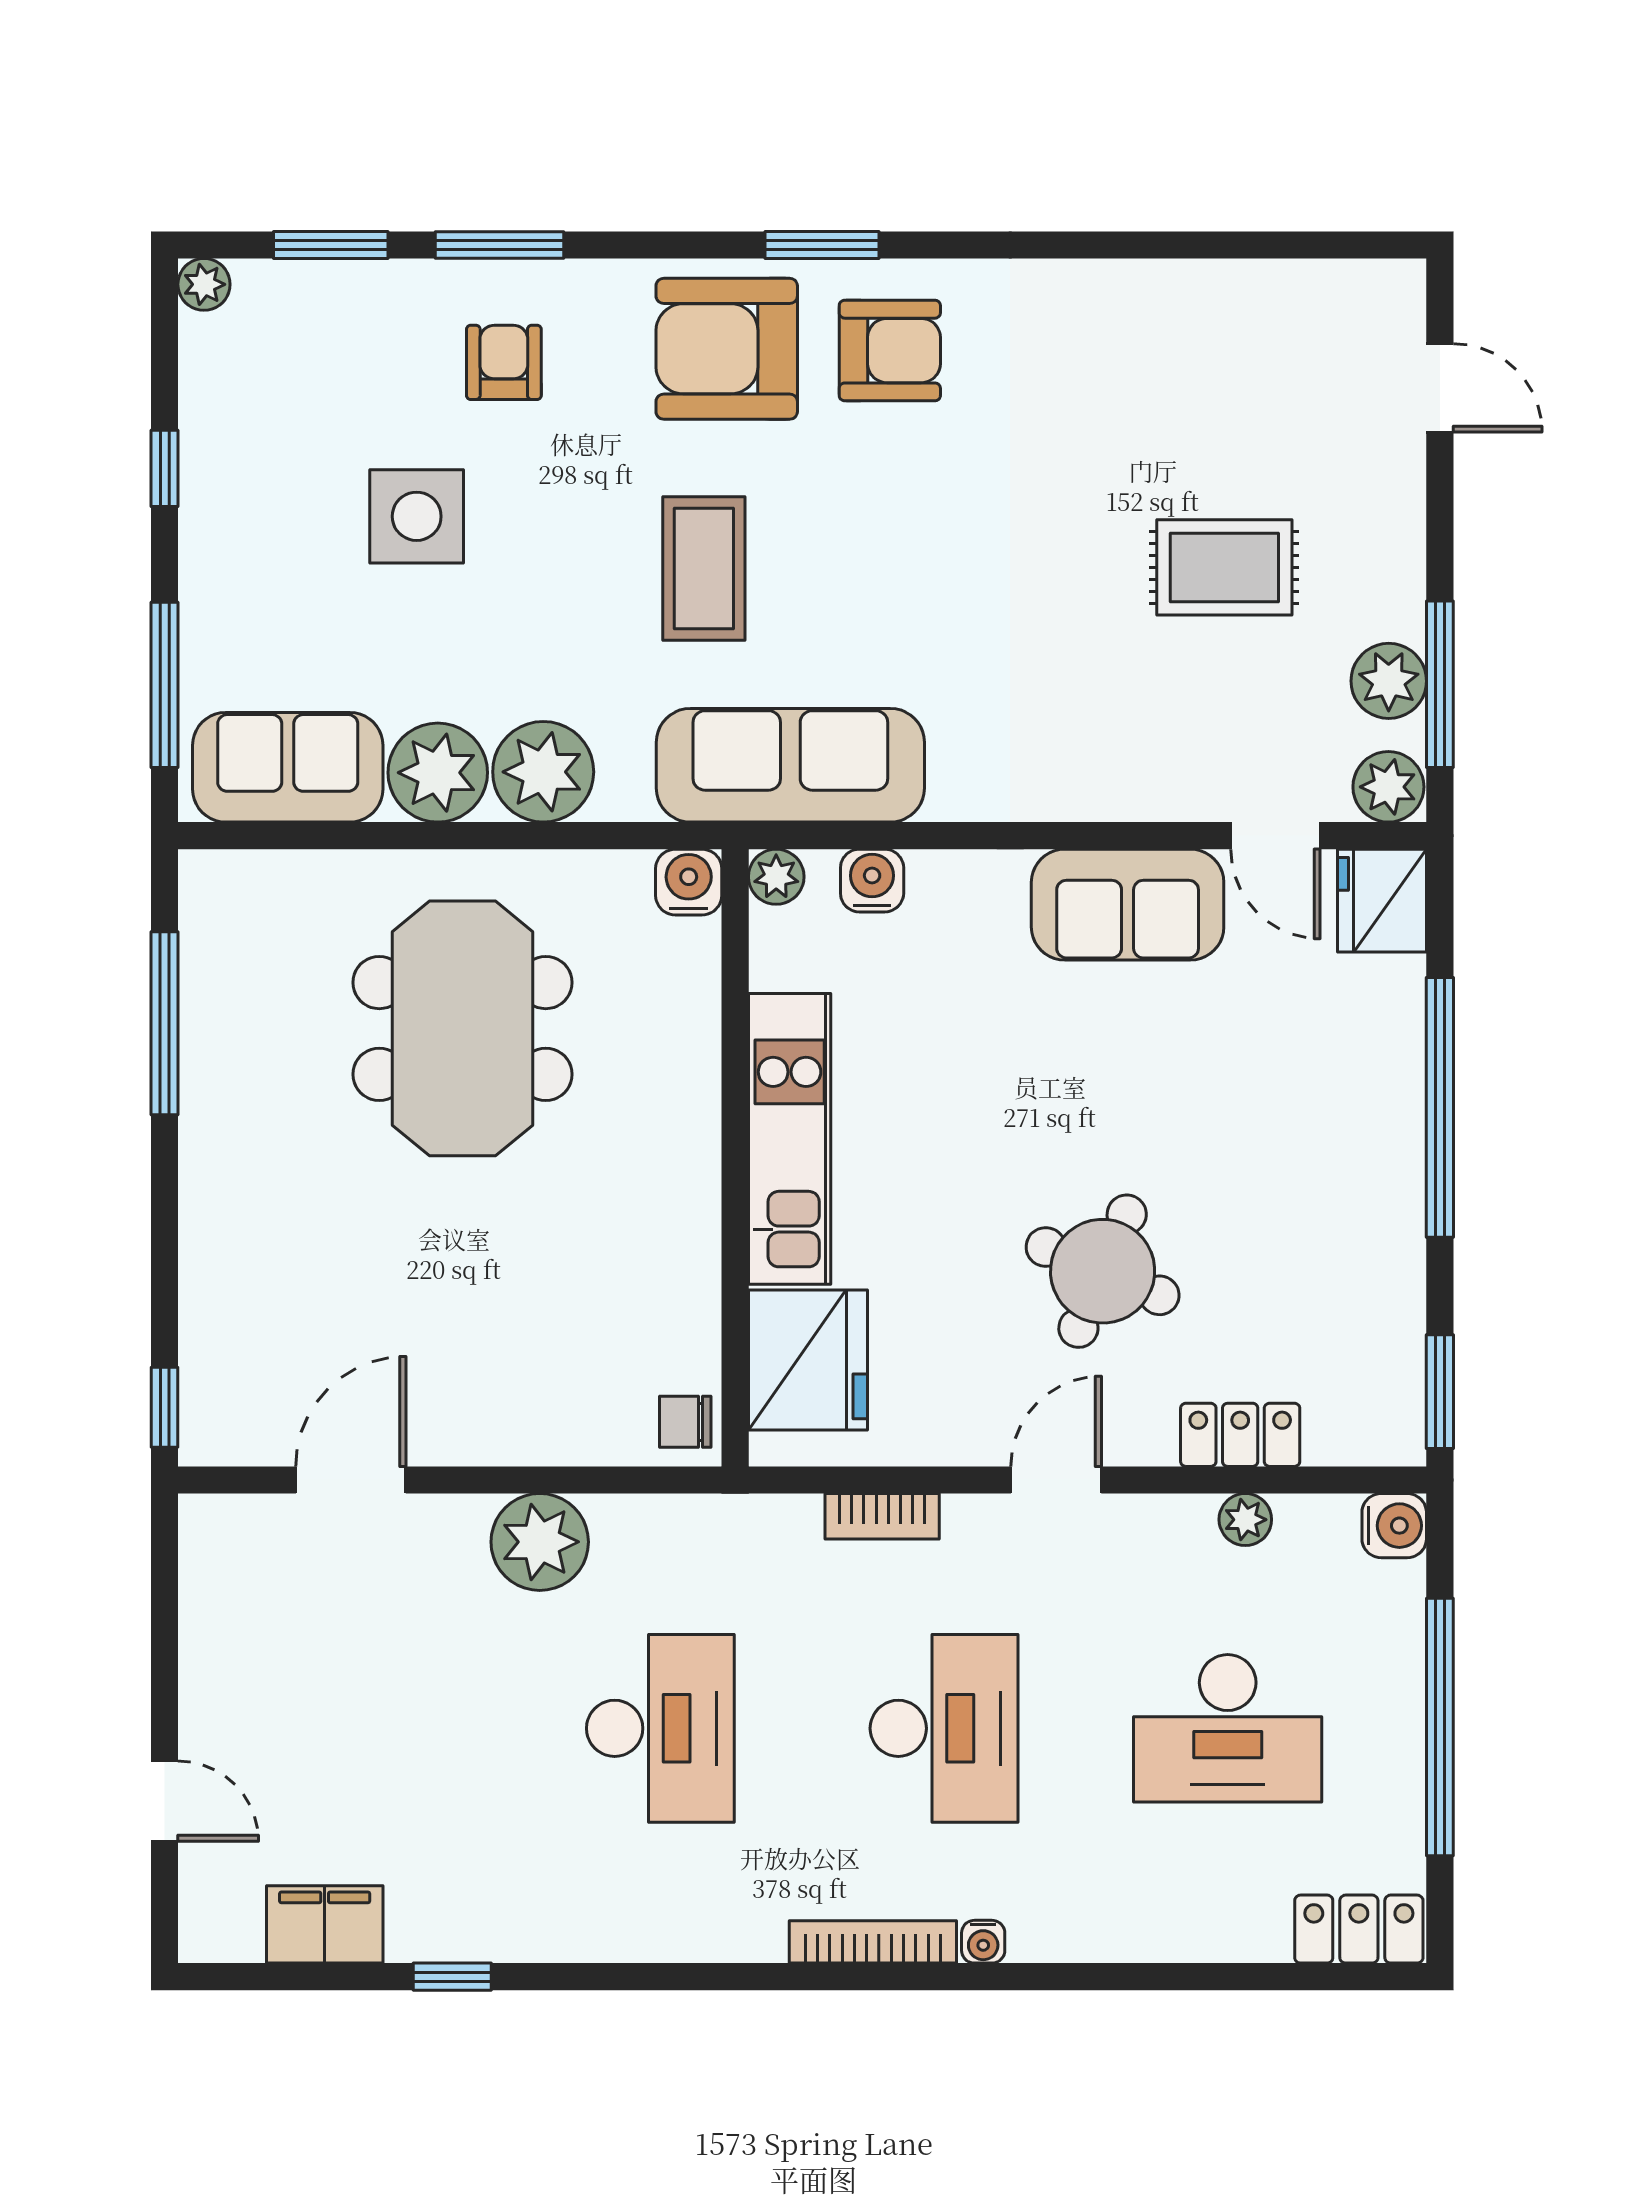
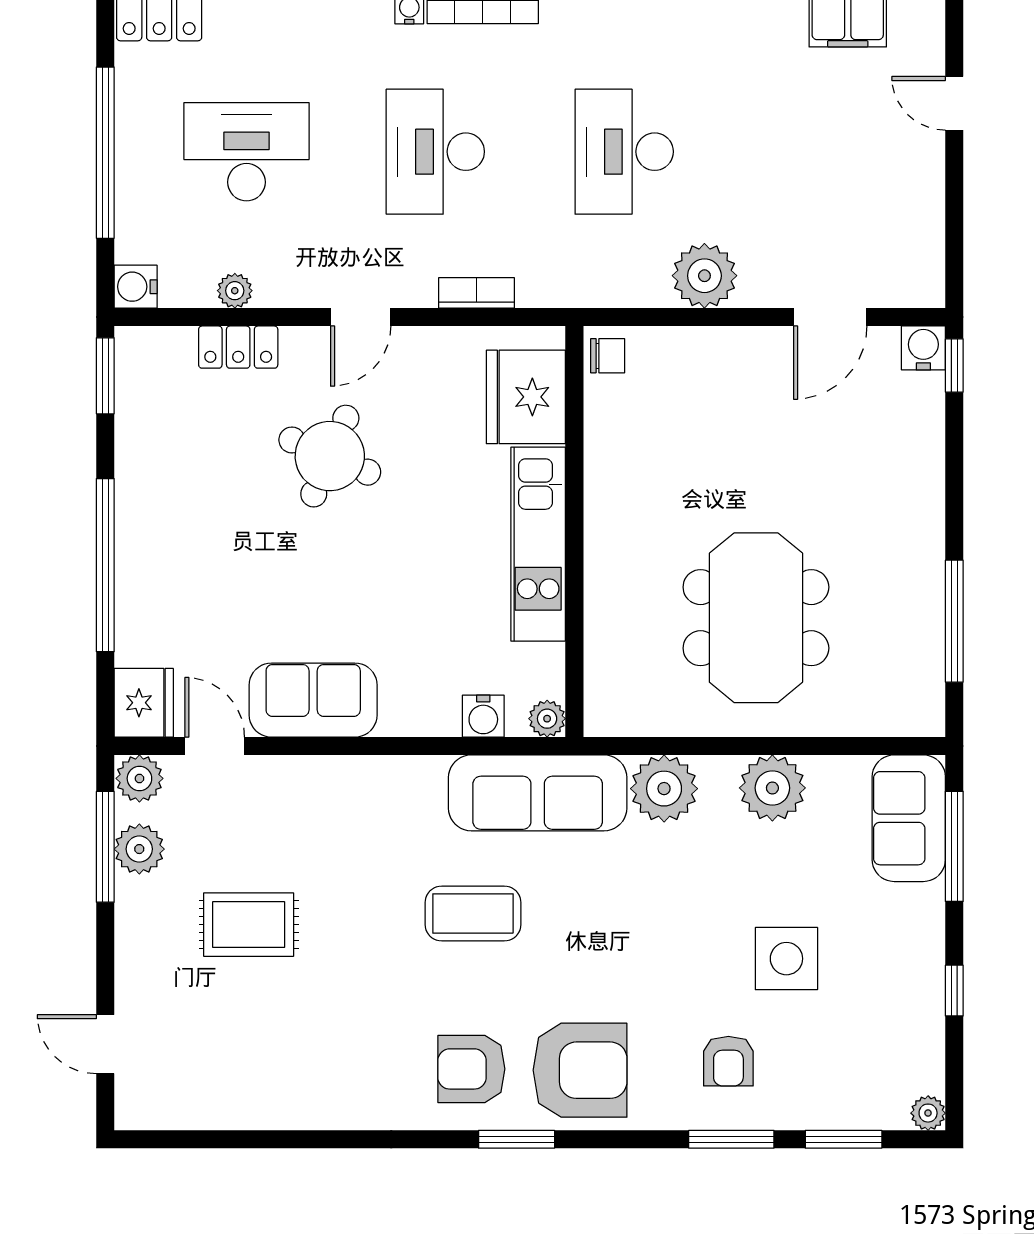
coffee table: (704, 568) -> (473, 914), moved, turned 90
sofa: (288, 767) -> (909, 818), moved, turned 90
plant: (543, 772) -> (664, 789), moved
water cooler: (689, 882) -> (923, 348), moved, turned 180

